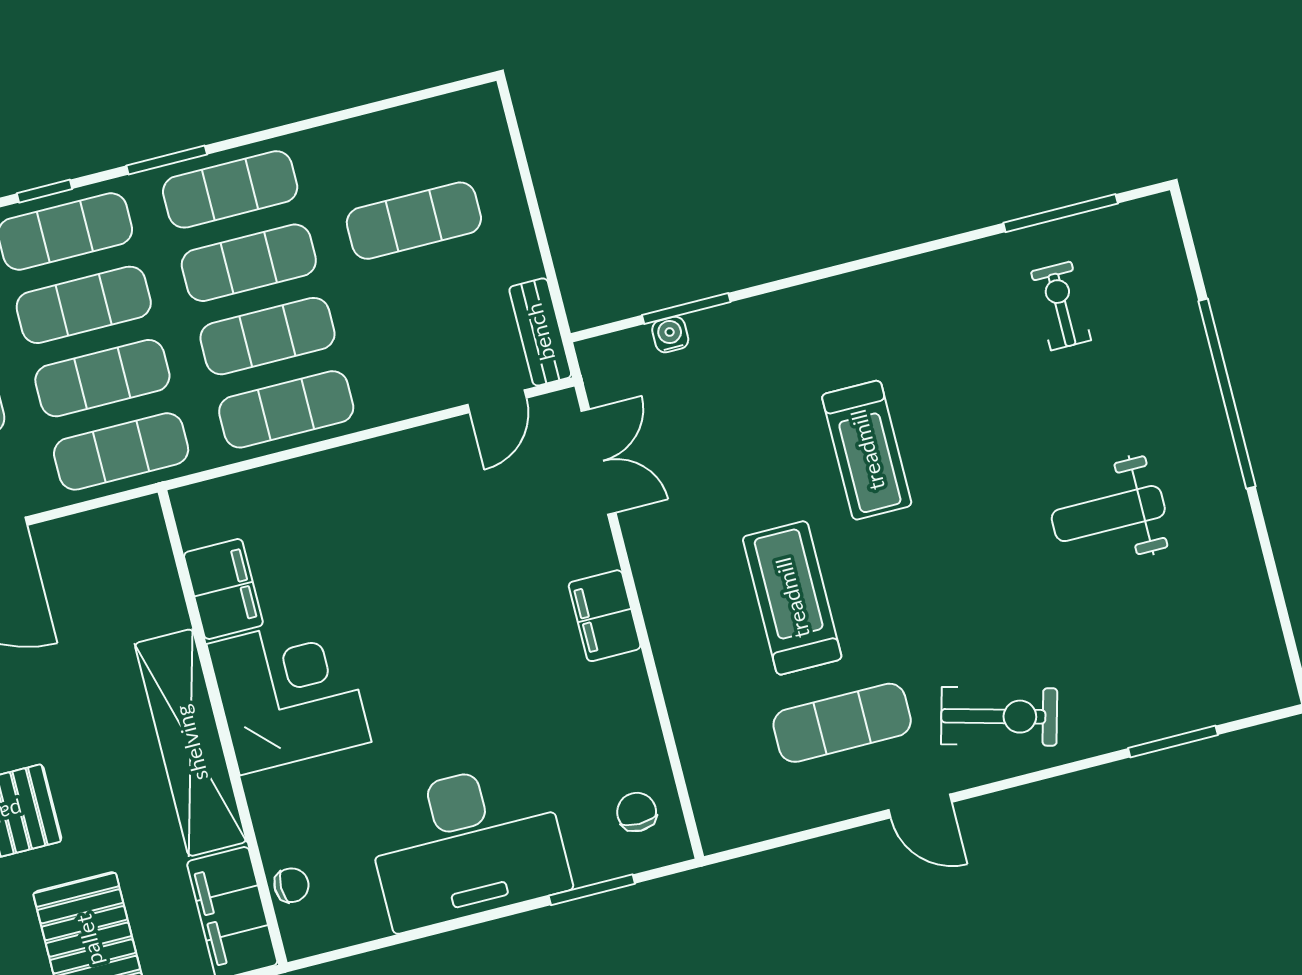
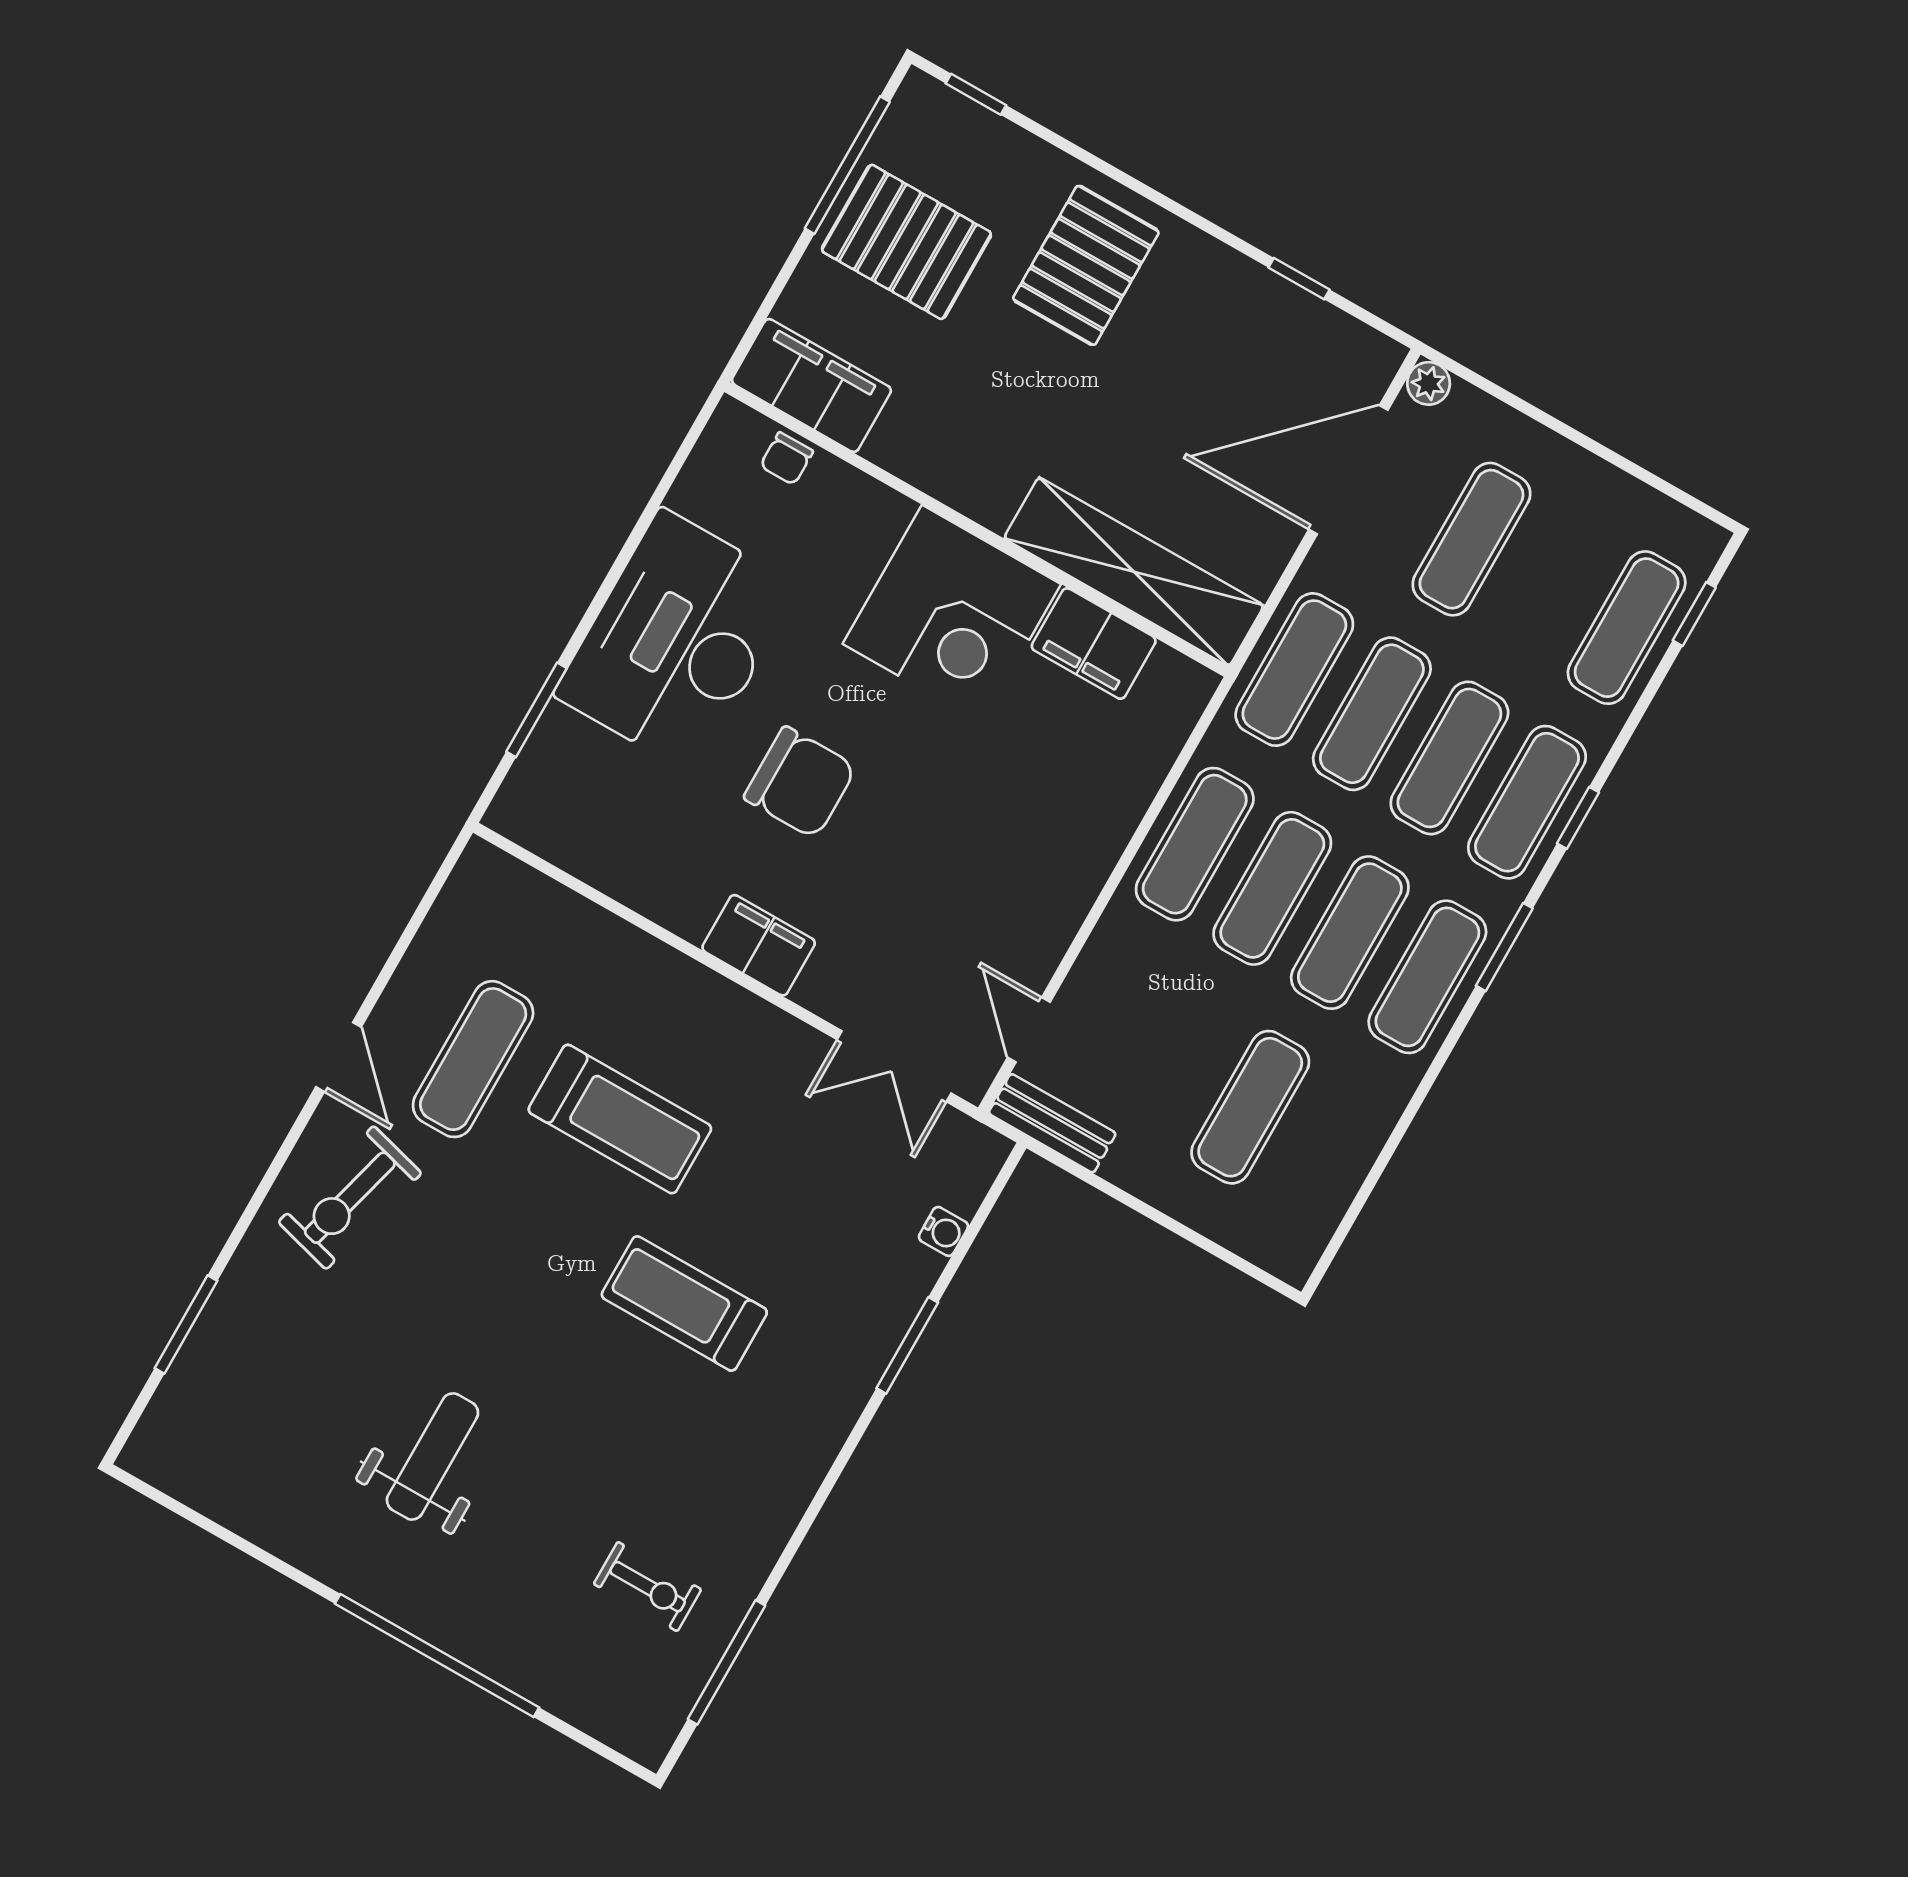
window: (686, 309) -> (907, 1345), moved
shelving: (191, 743) -> (1134, 572), moved
door: (920, 806) -> (339, 1057), swing flipped
chair: (637, 812) -> (800, 782), moved, width x1.87, depth x1.87

